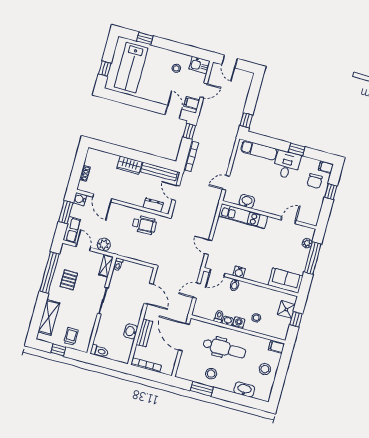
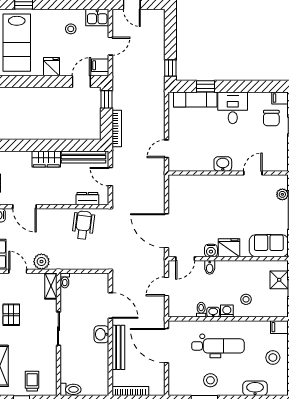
fridge: (153, 94) -> (51, 67), added
door: (173, 112) -> (81, 82), hinge flipped
window: (297, 149) -> (206, 86), moved
washbasin: (247, 201) -> (223, 164), moved
kitchen unit: (243, 216) -> (197, 183), removed
wheelchair: (144, 225) -> (83, 225), turned -81
door: (208, 247) -> (166, 231), width x1.87
fridge: (254, 274) -> (229, 248), added
washbasin: (131, 331) -> (101, 334), moved
bench: (145, 333) -> (118, 347), width x1.36

